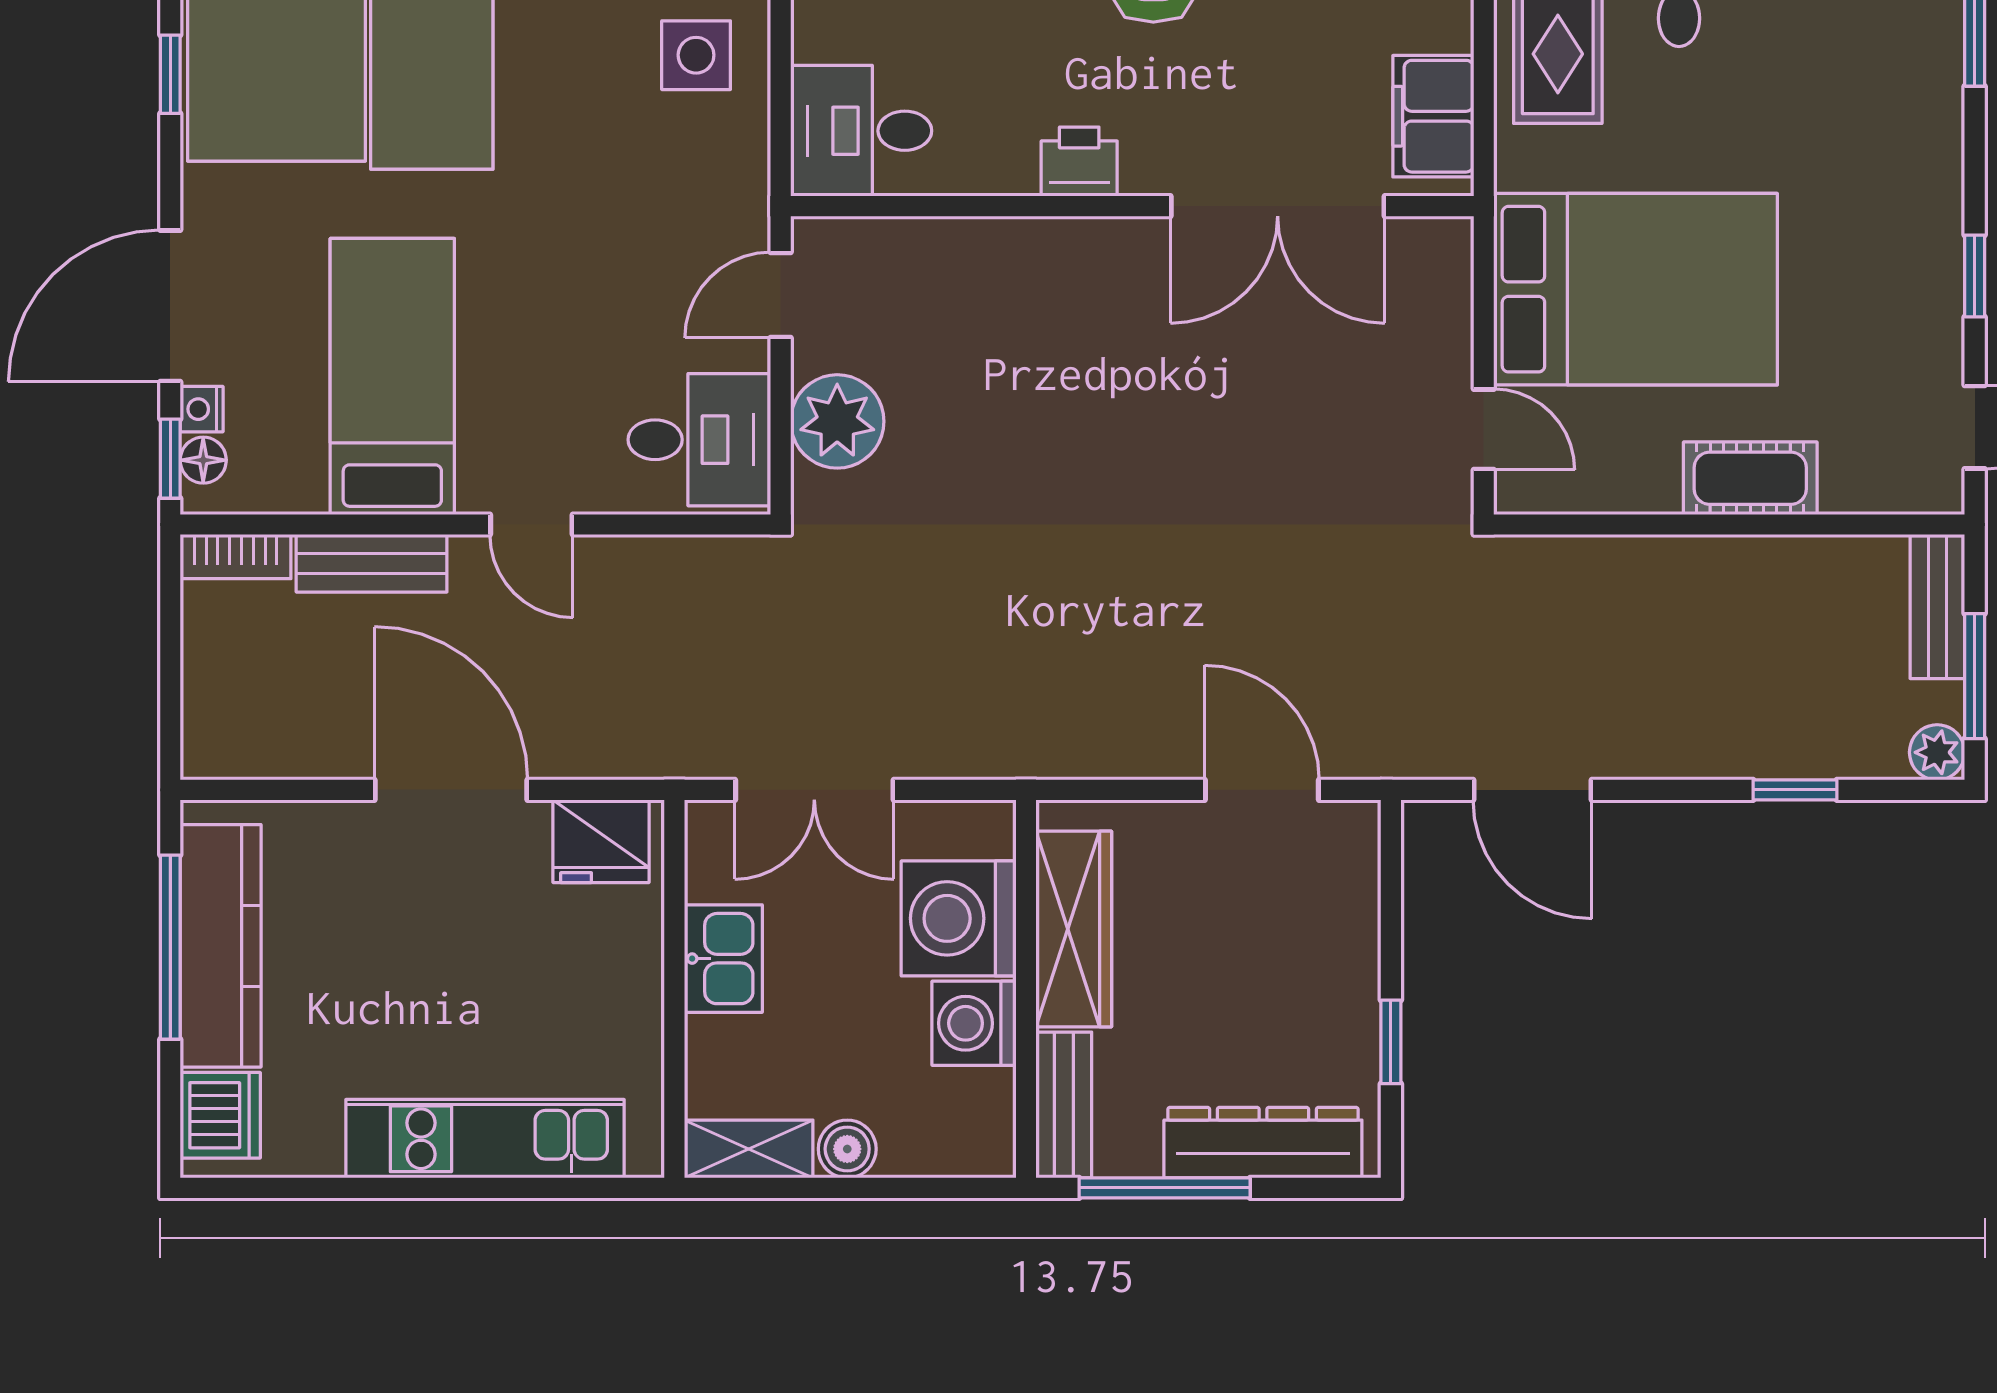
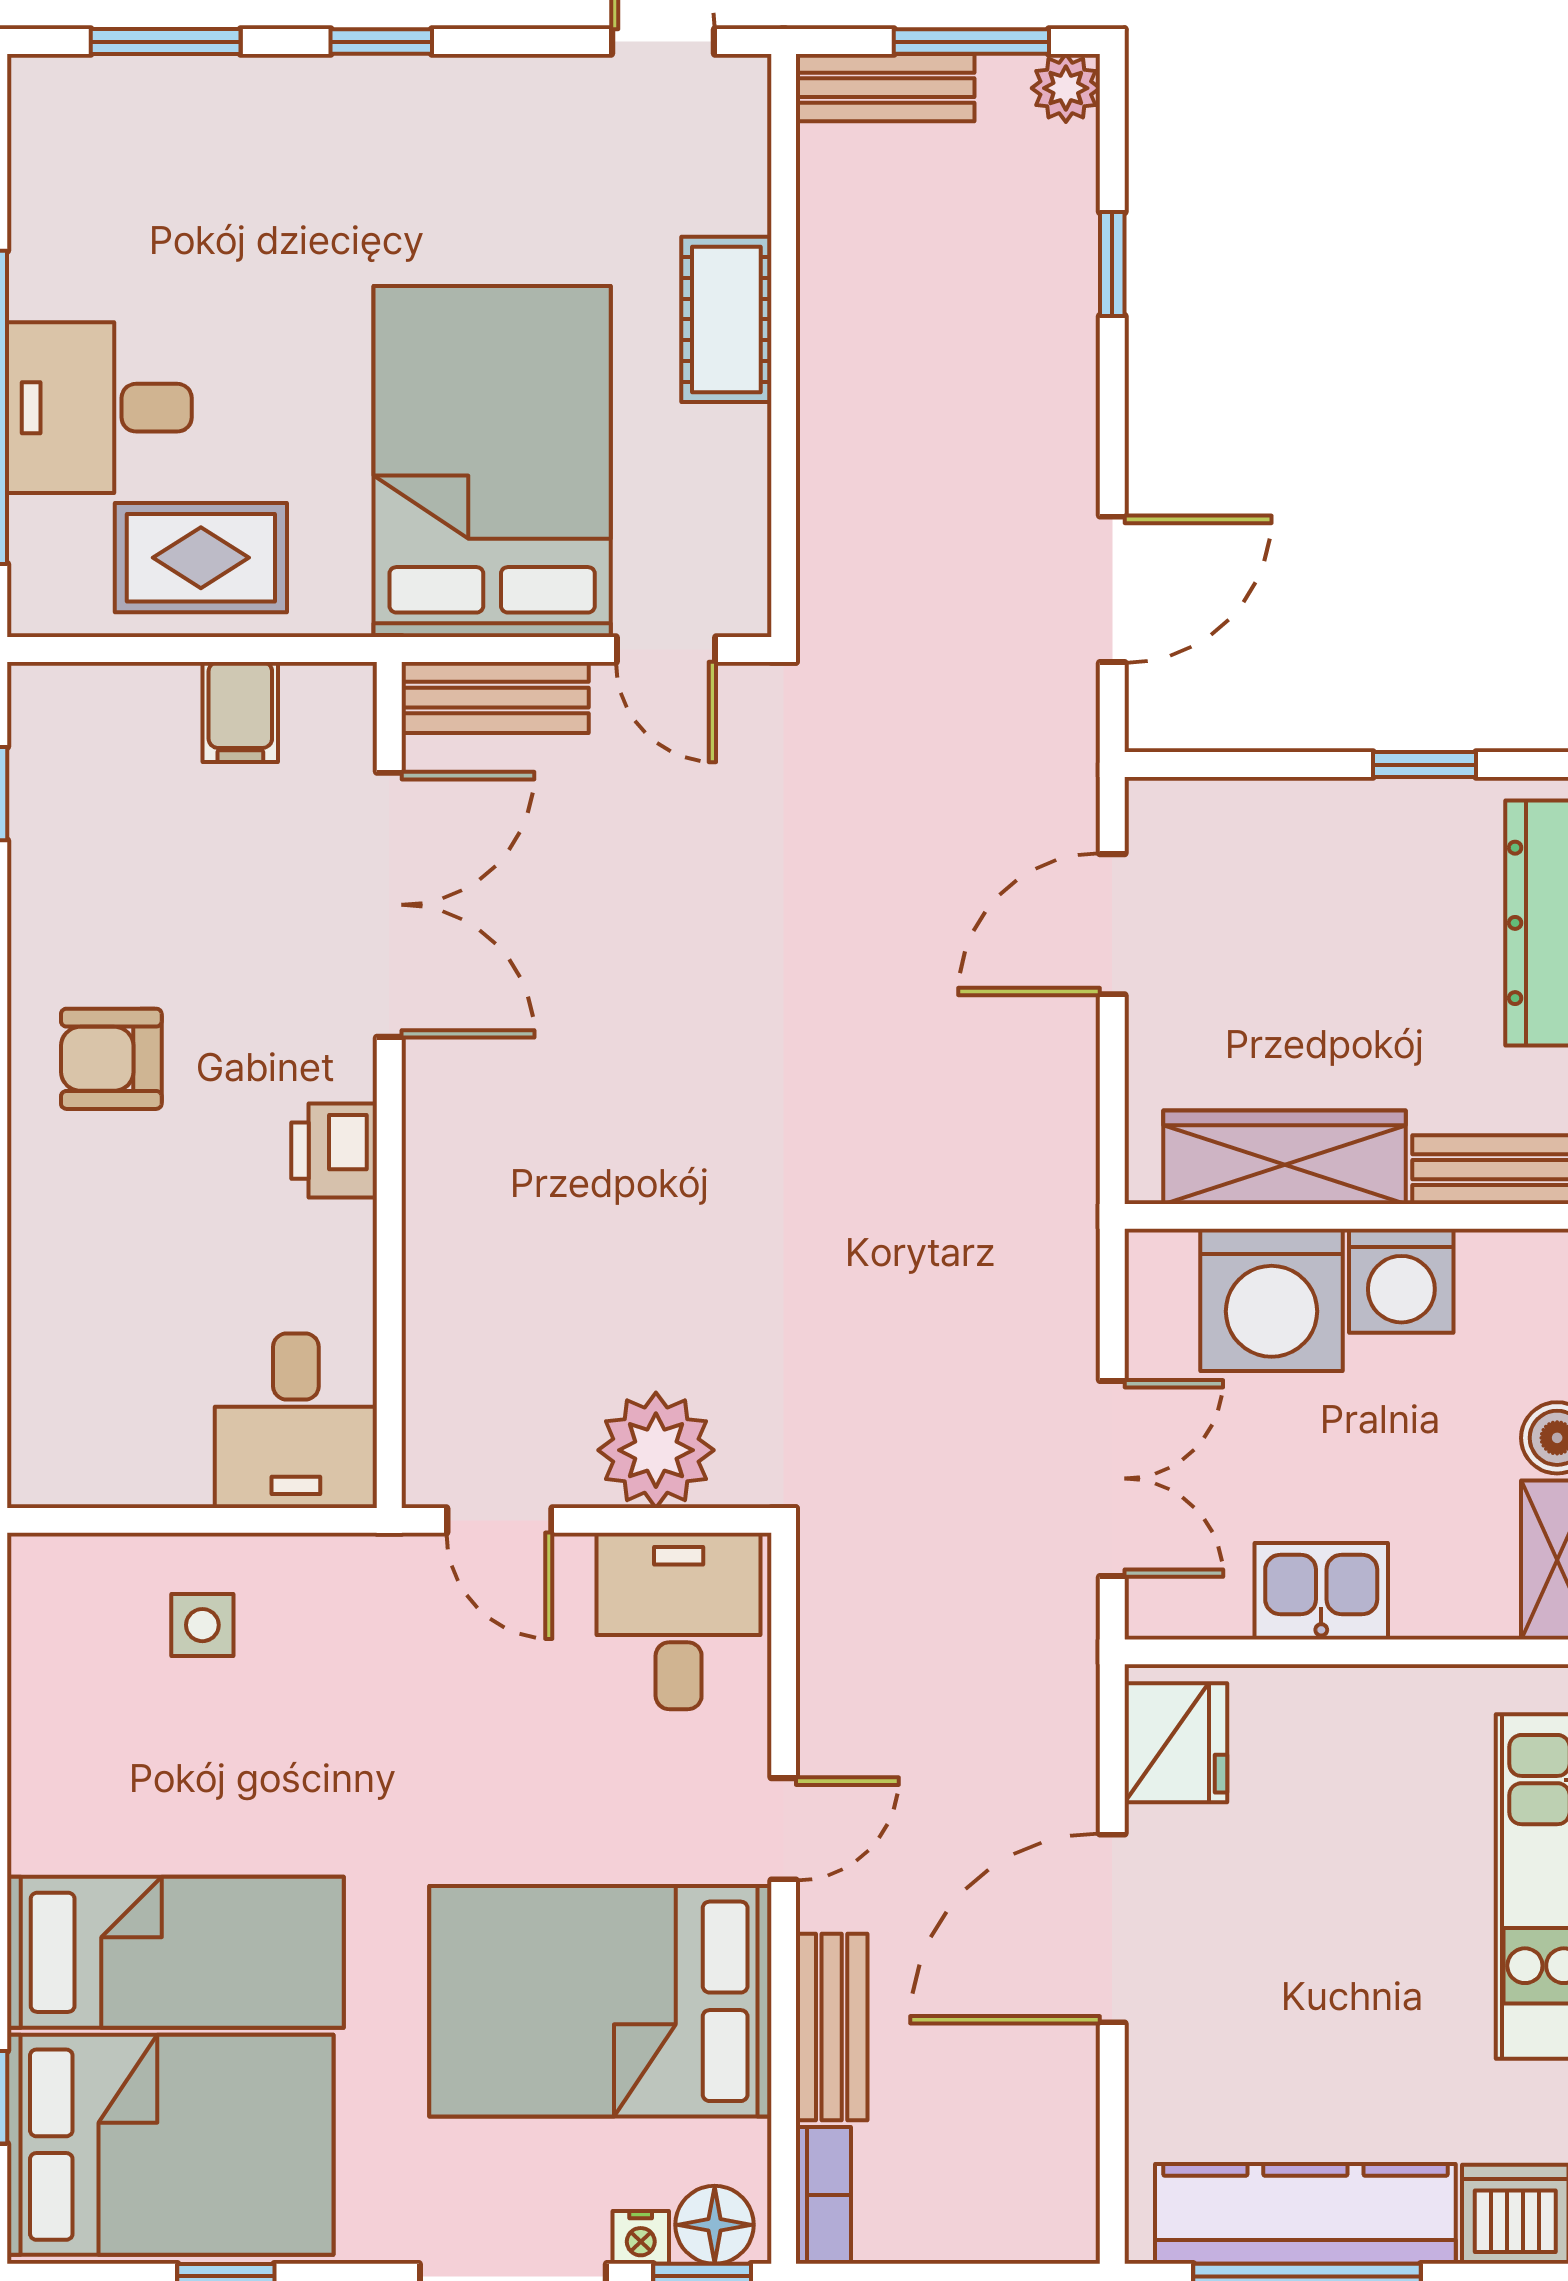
side table: (696, 55) -> (202, 1625), width x0.73, depth x0.73
filing cabinet: (1433, 116) -> (240, 712), width x0.50
window: (1975, 276) -> (381, 42), moved
bench: (1445, 292) -> (495, 698), added
bed: (392, 376) -> (600, 2001), width x1.50
door: (1484, 429) -> (666, 649), swing flipped
floor lamp: (203, 460) -> (715, 2225), width x1.37, depth x1.37

